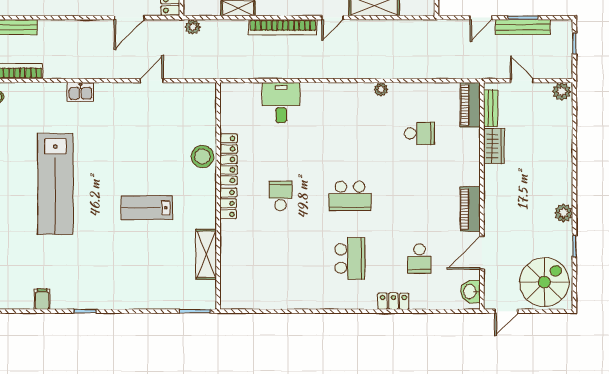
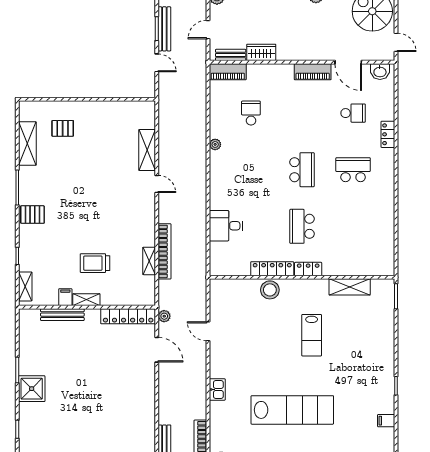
plant: (193, 27) -> (164, 316), moved
bookcase: (283, 27) -> (164, 251), moved
school desk: (281, 196) -> (302, 226), width x1.85

